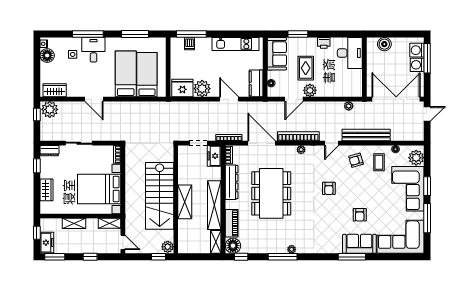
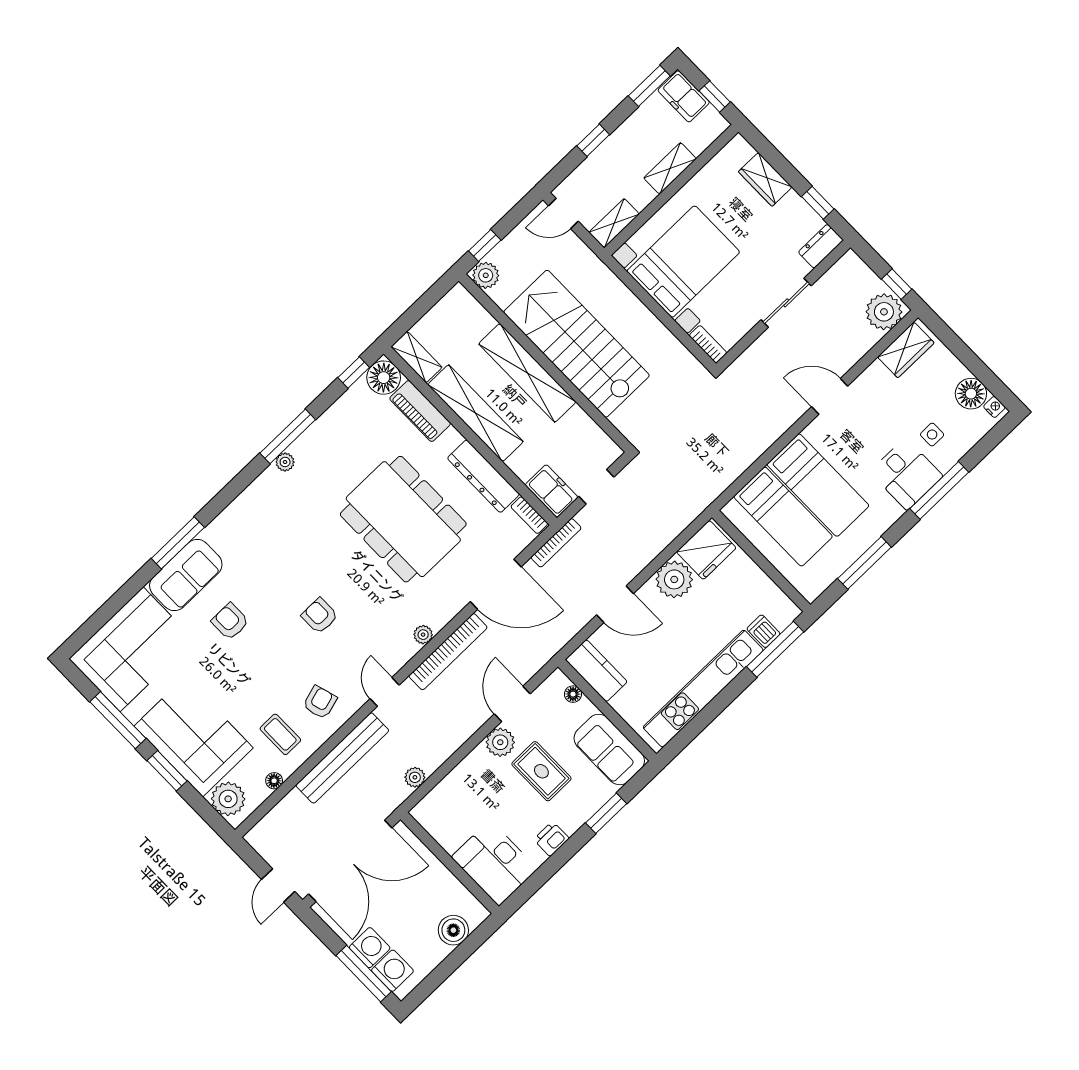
kitchen unit: (236, 44) -> (703, 689), width x1.36
shelving: (185, 202) -> (527, 373), width x1.47

